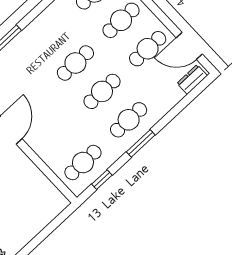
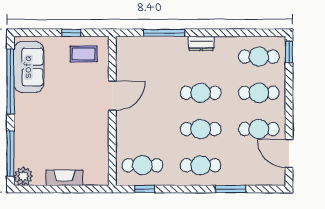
dresser: (192, 80) -> (201, 43), moved, turned 180
window: (141, 143) -> (231, 189), moved
fireplace: (31, 229) -> (64, 178), added

